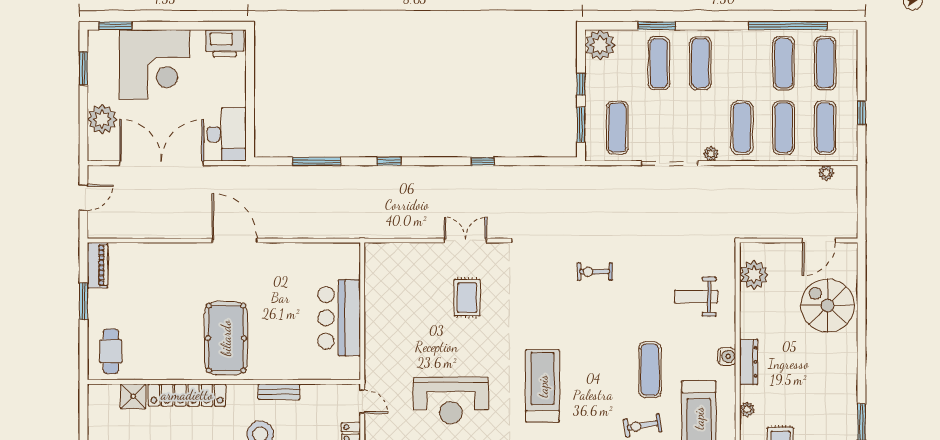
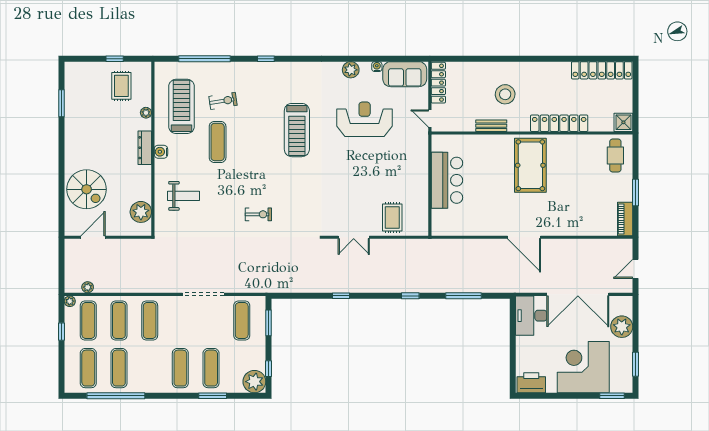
window: (581, 84) -> (269, 369), moved
plant: (711, 154) -> (70, 301), moved
rug: (467, 298) -> (392, 218), moved
shower: (133, 396) -> (623, 122), moved

